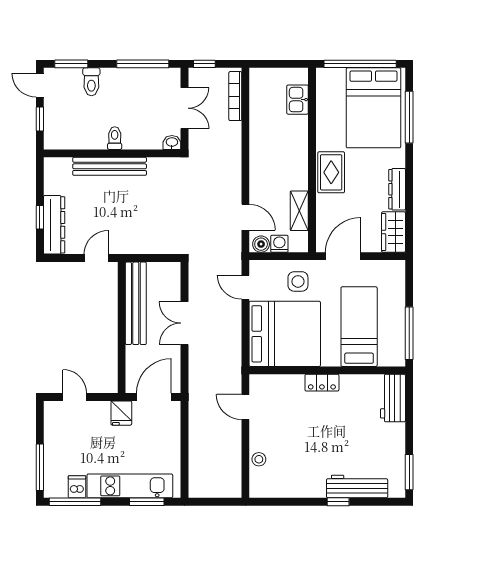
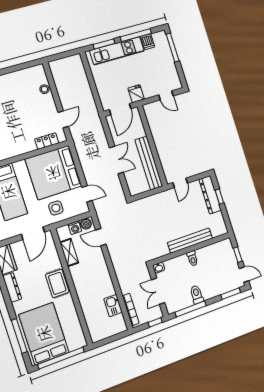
toilet: (91, 82) -> (197, 295), moved
kitchen sink: (298, 100) -> (113, 306), moved, turned 180
locker: (322, 383) -> (47, 141), moved
door: (245, 407) -> (63, 119), hinge flipped
window: (75, 502) -> (136, 35), moved

